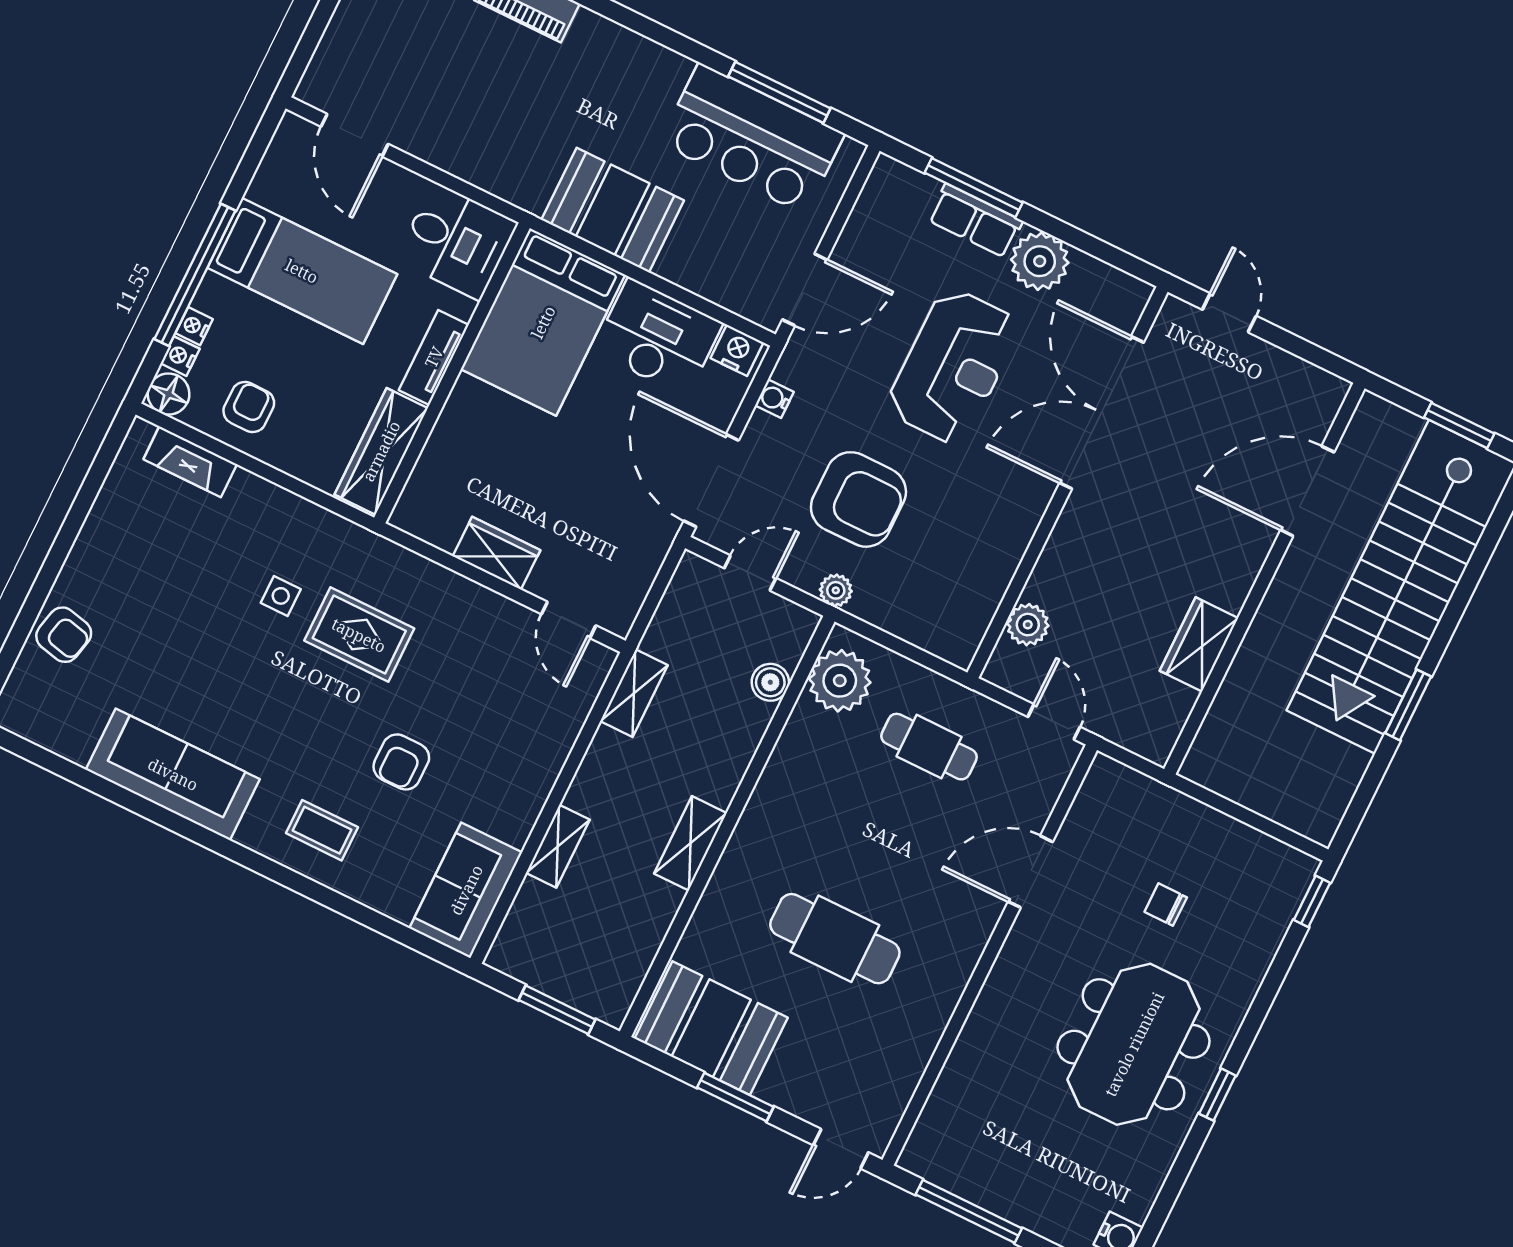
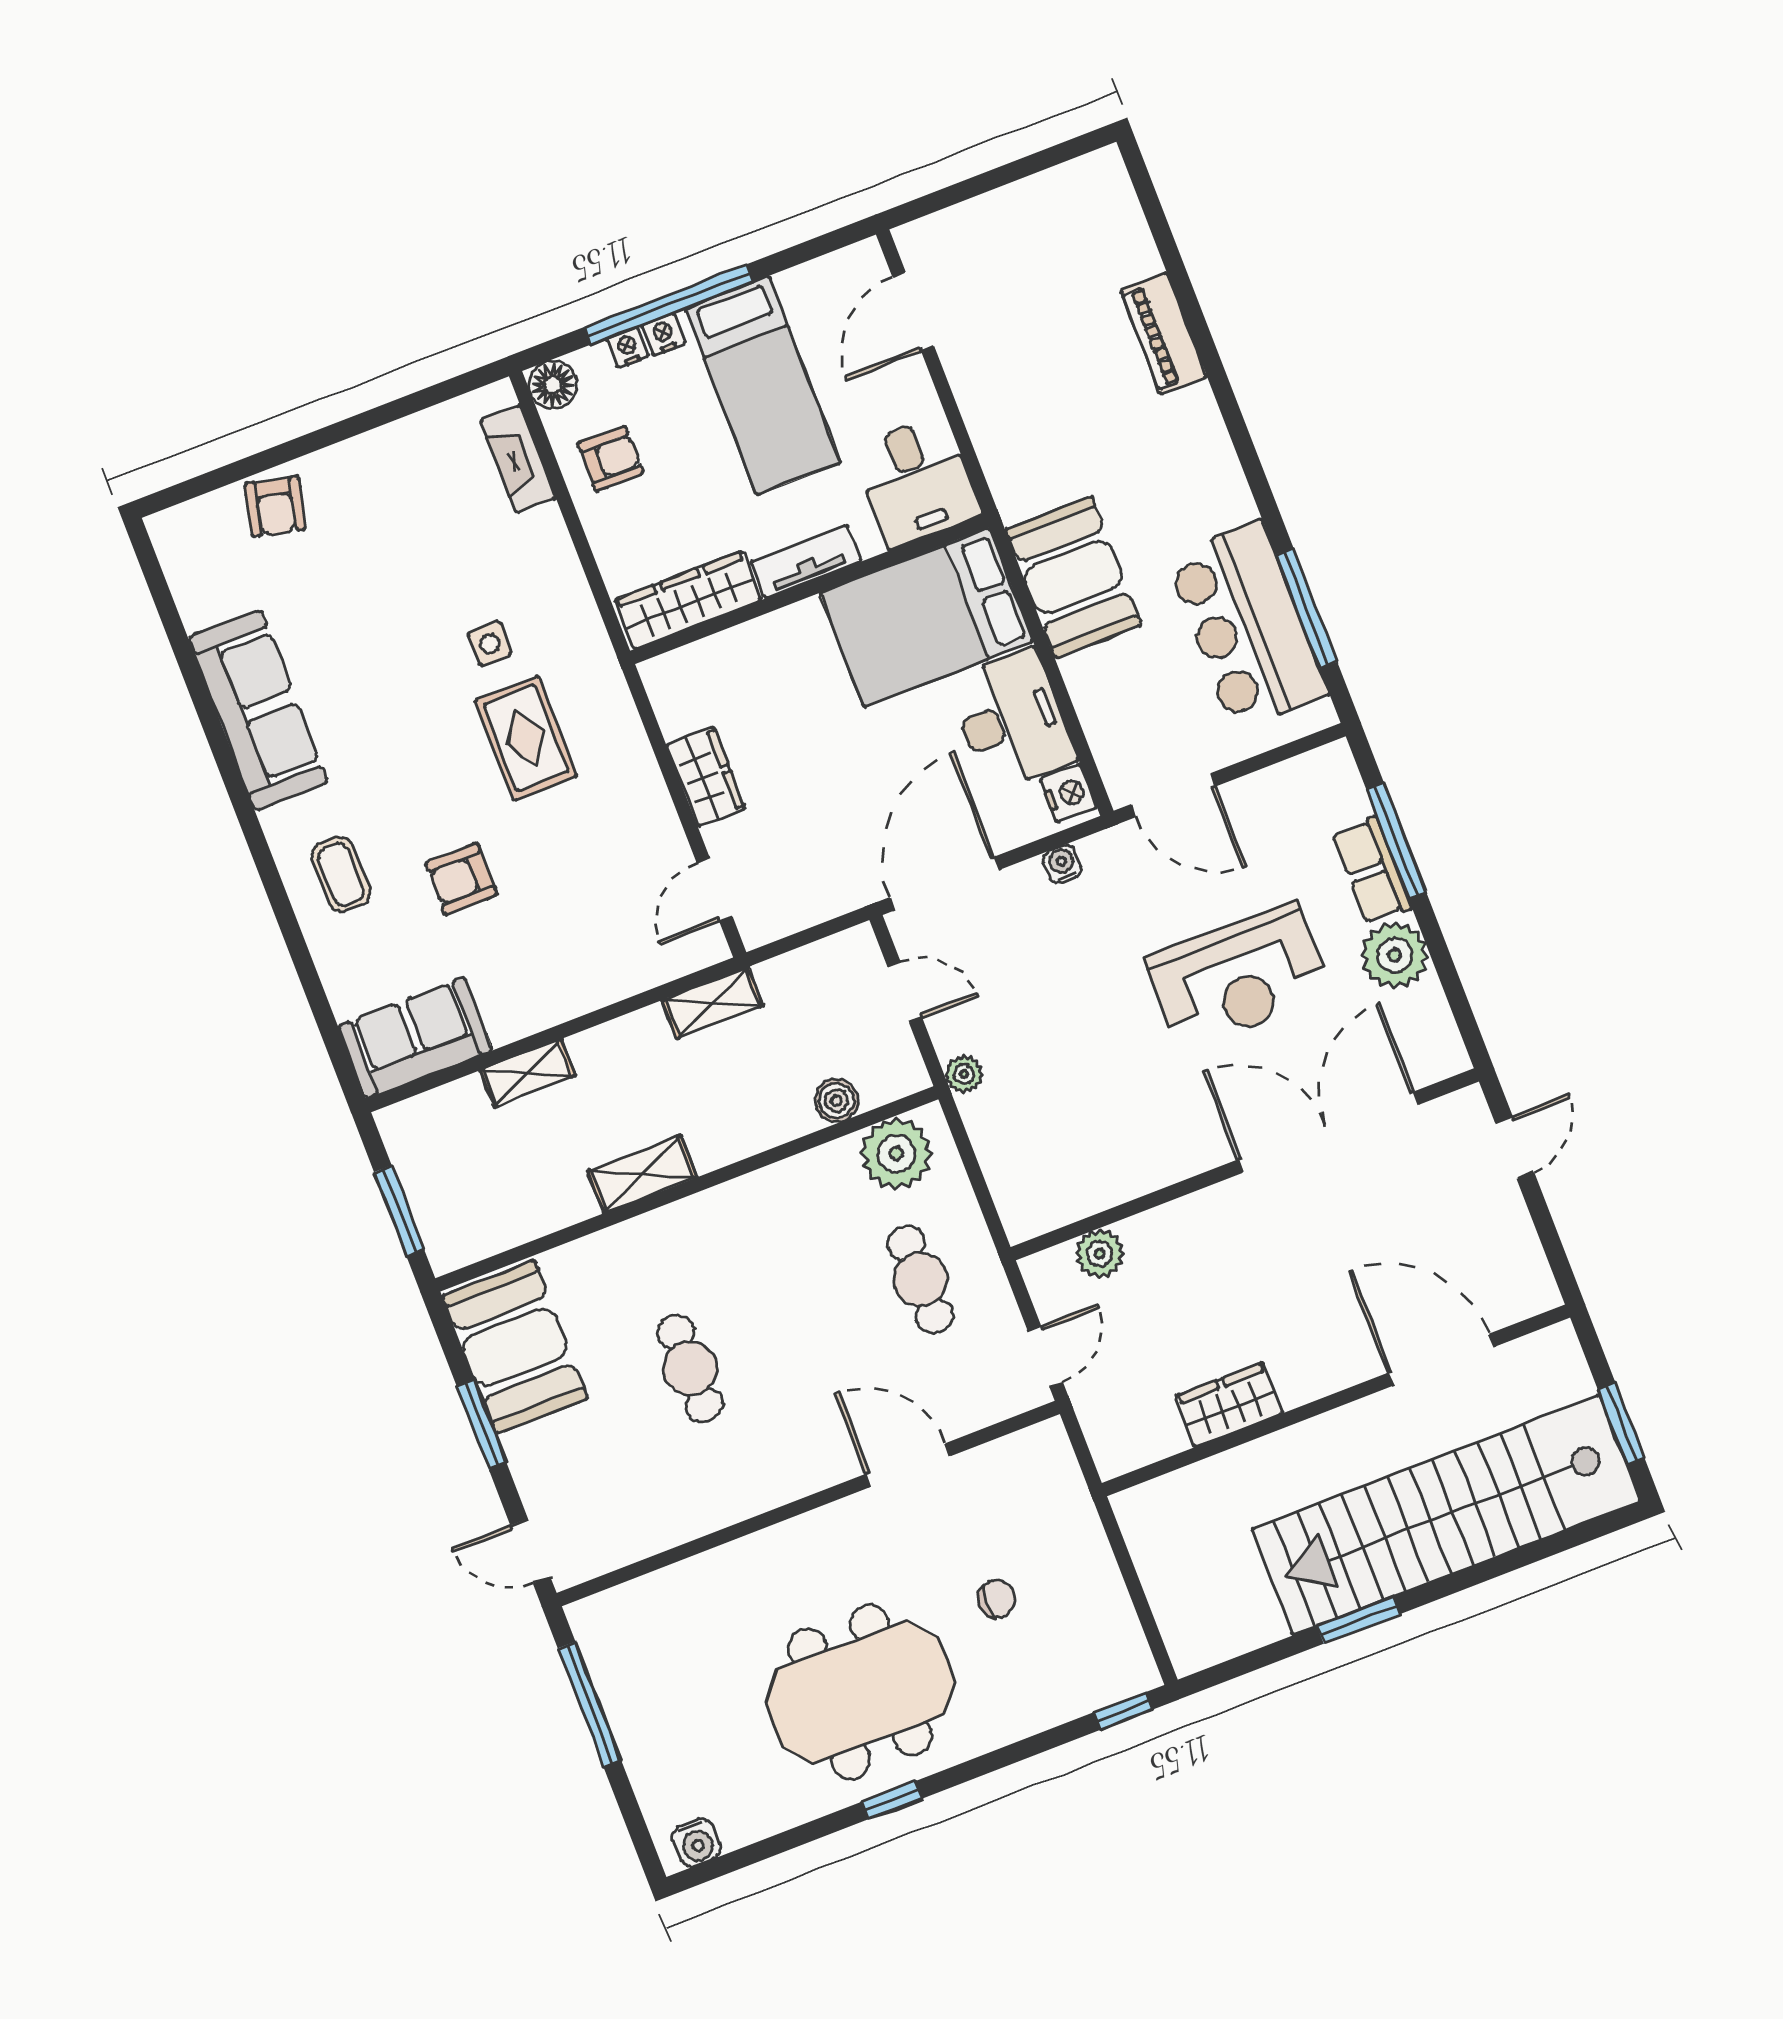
nightstand: (180, 356) -> (664, 334), moved
armchair: (858, 499) -> (1054, 1015), removed
chair: (1166, 905) -> (997, 1599), turned 90
cafe table: (835, 939) -> (690, 1368), width x0.73, depth x0.74

